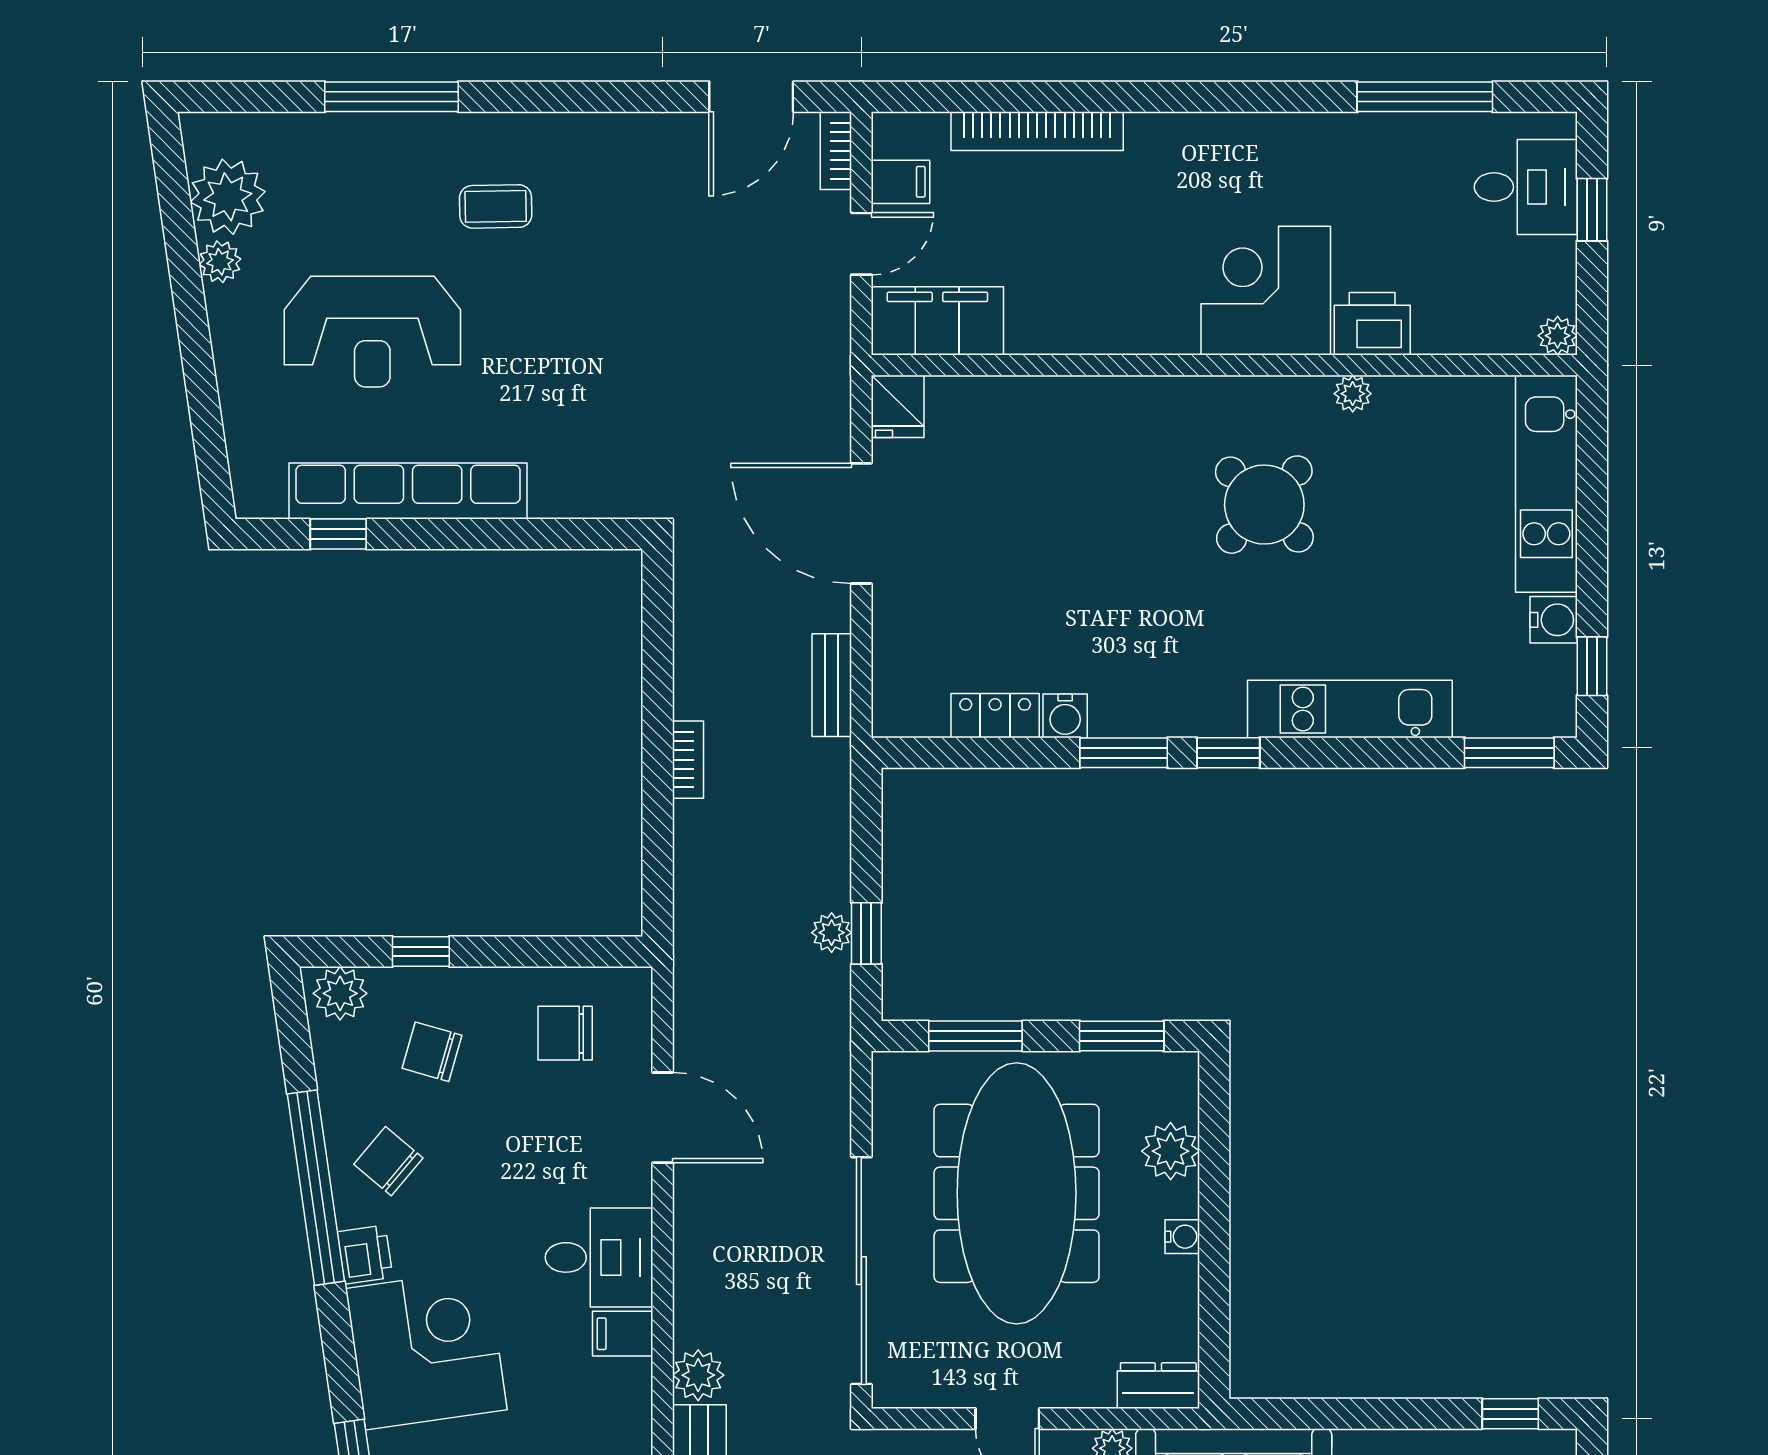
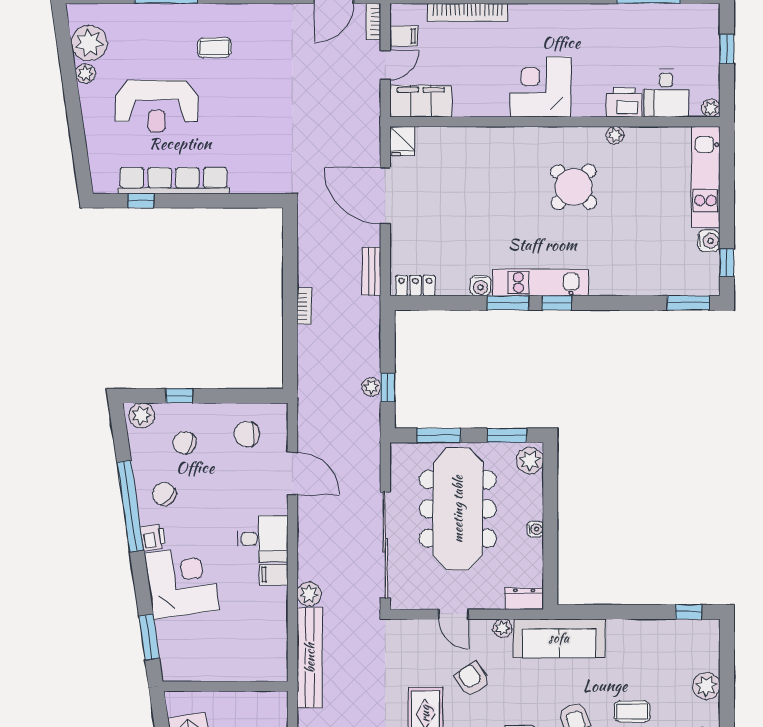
desk: (1526, 187) -> (666, 93), moved, turned 90
corner desk: (1266, 291) -> (540, 87), moved
kitchen unit: (1350, 709) -> (540, 282), moved
locker: (995, 716) -> (415, 286), moved
plant: (1171, 1151) -> (530, 461), moved

